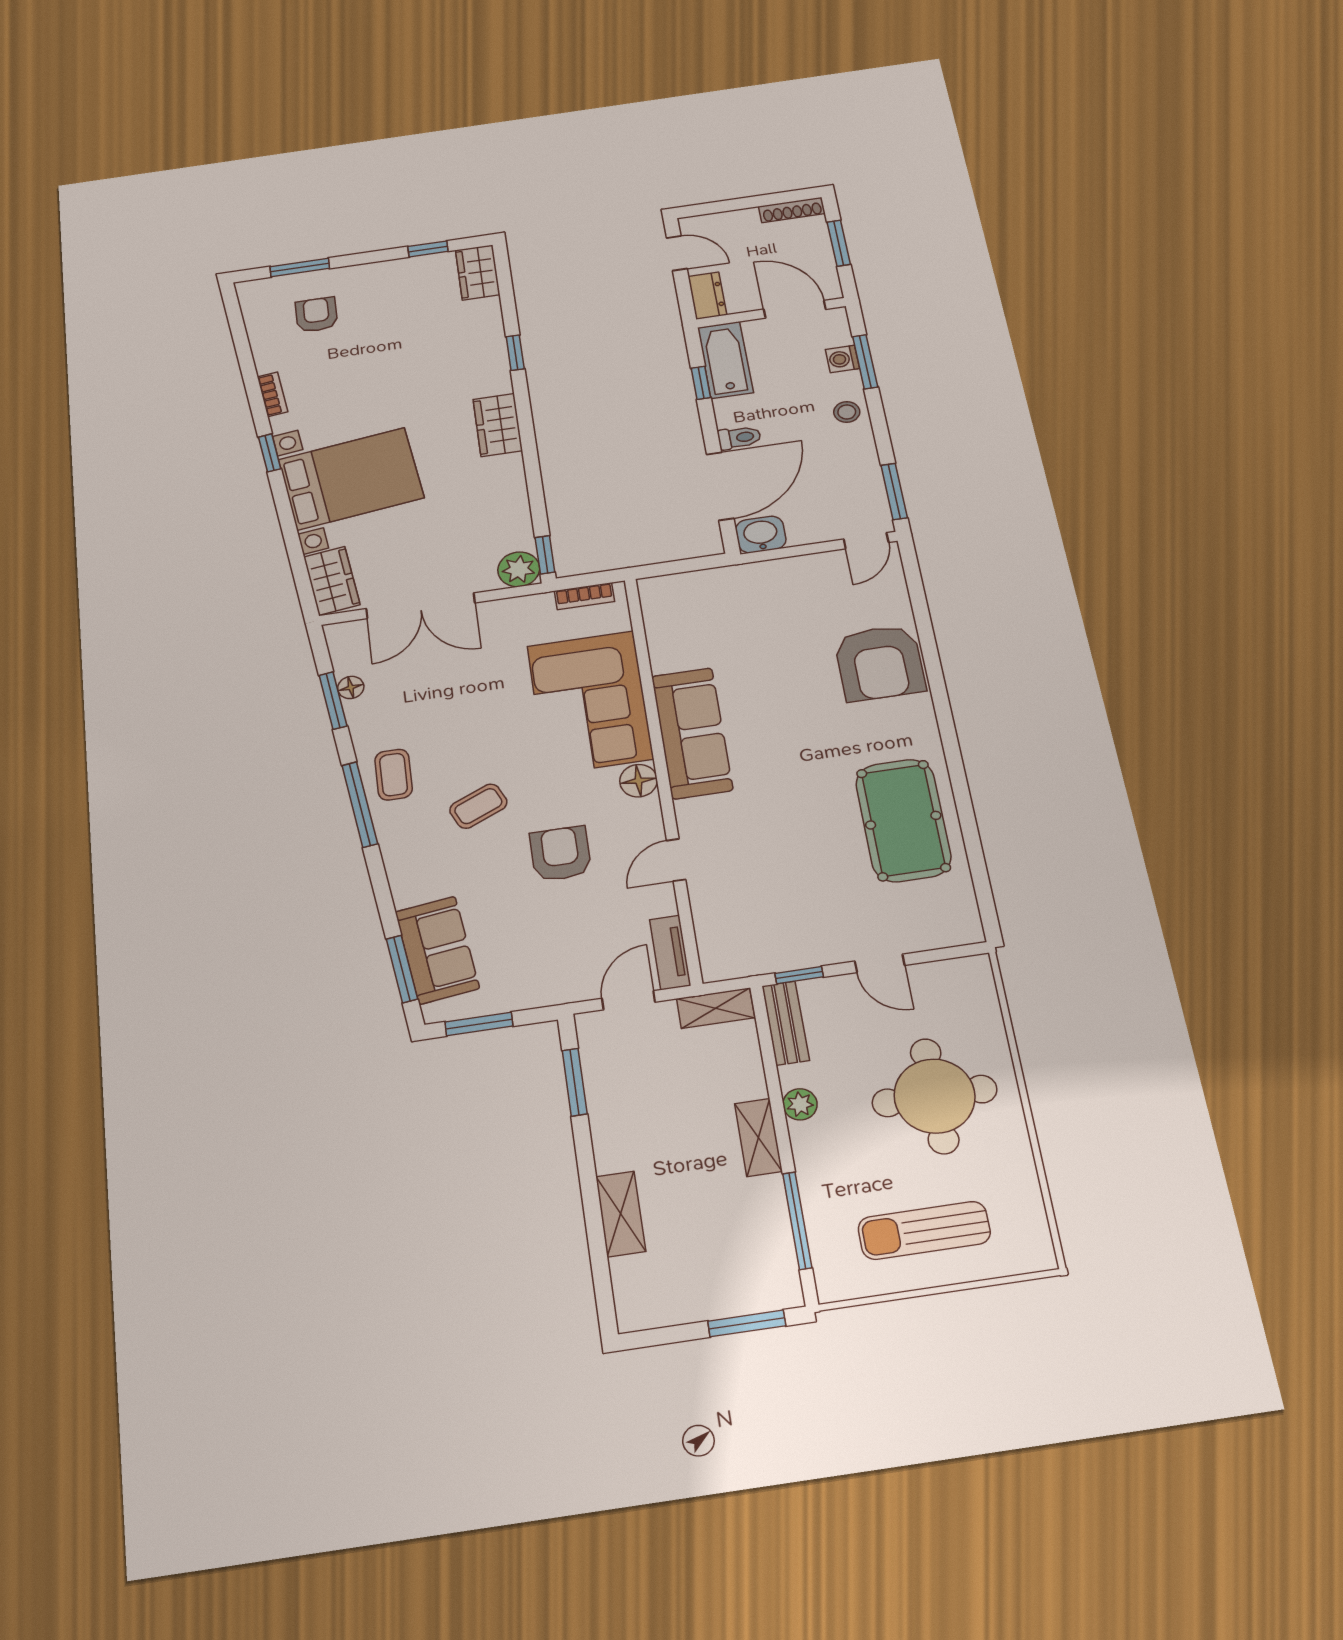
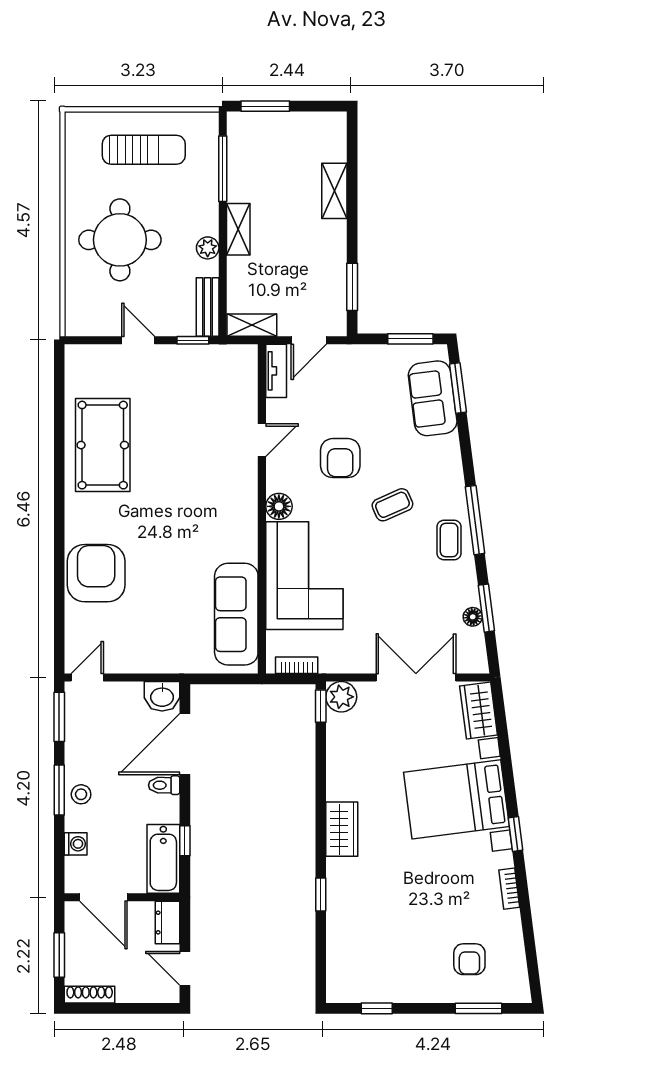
wardrobe: (478, 272) -> (341, 978), removed
window: (865, 362) -> (59, 790), moved
sofa: (692, 733) -> (236, 614), moved

